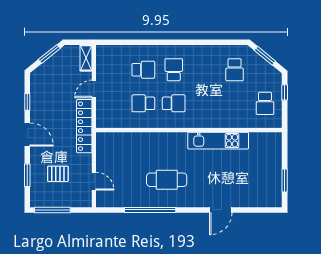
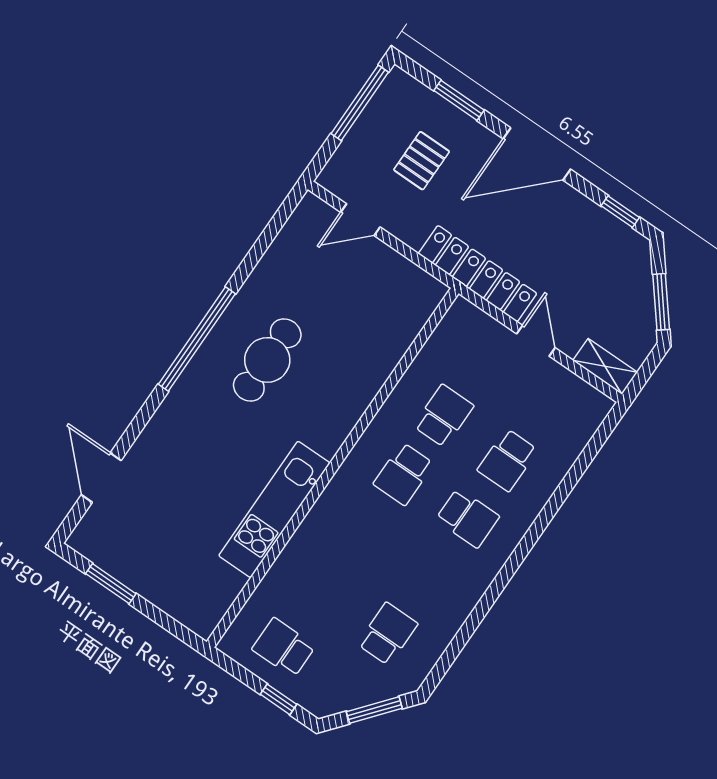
school desk: (235, 70) -> (388, 634), turned 90
window: (27, 102) -> (620, 212), moved
door: (27, 134) -> (537, 154), width x1.36
window: (150, 210) -> (197, 339), moved
door: (221, 210) -> (101, 478), moved

